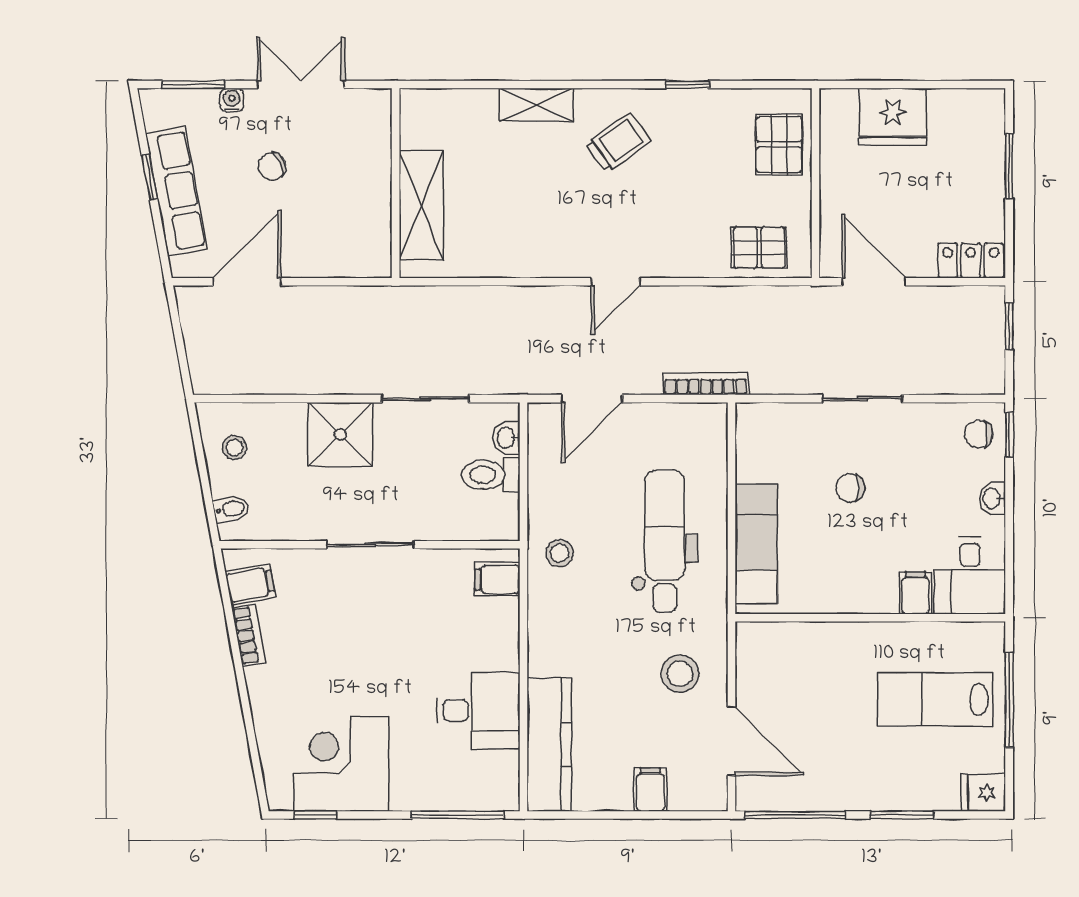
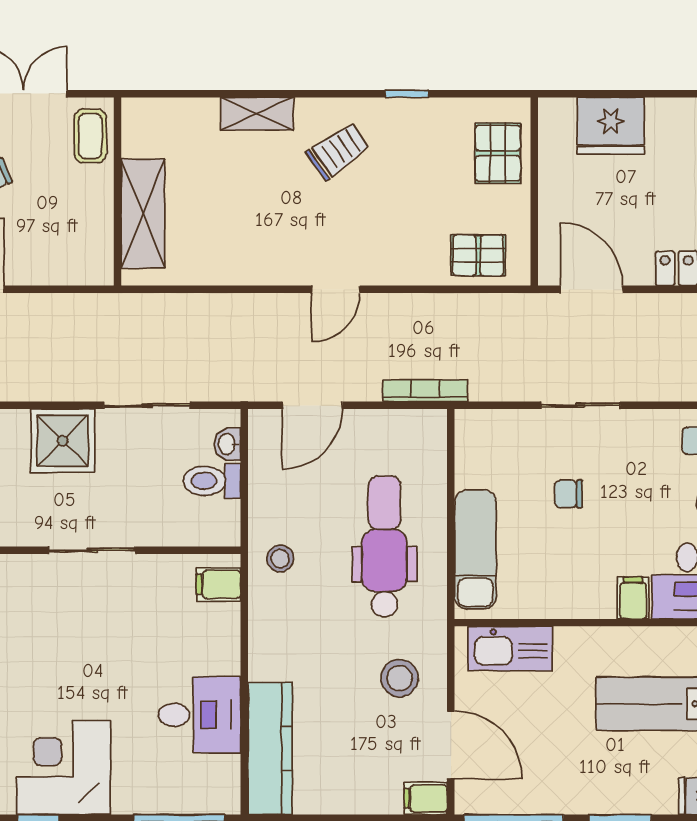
coffee table: (368, 127) -> (90, 136), added
kitchen sink: (791, 644) -> (510, 649), added
filing cabinet: (650, 790) -> (426, 798), moved, turned -90

